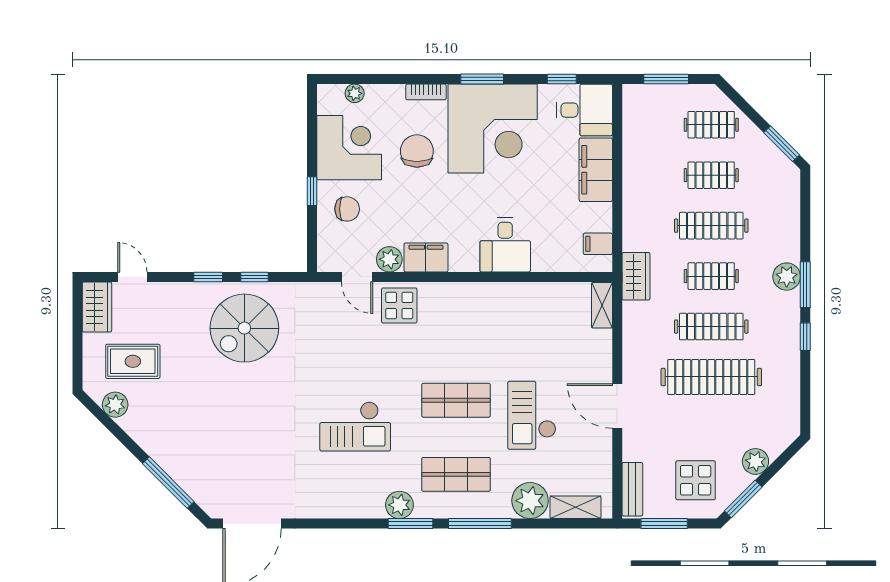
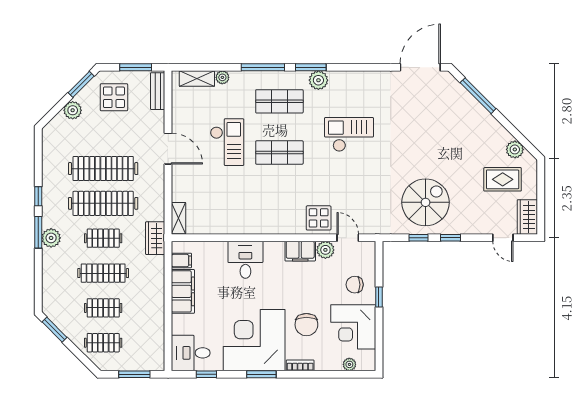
filing cabinet: (596, 170) -> (183, 291), moved
clothes rail: (711, 327) -> (103, 203), width x1.37, depth x1.31
plant: (530, 501) -> (222, 77), width x0.53, depth x0.53

